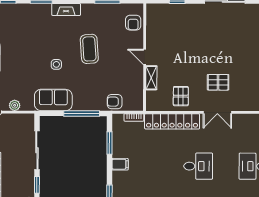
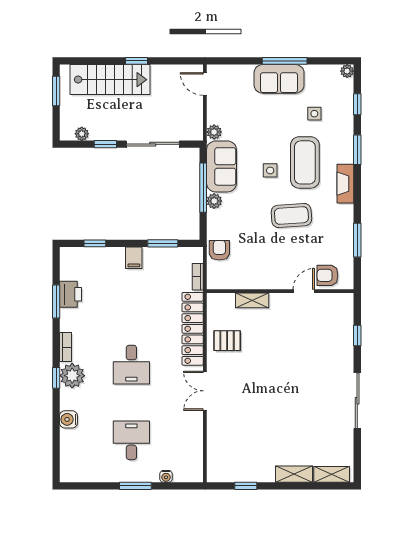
side table: (15, 32) -> (314, 114), added
coffee table: (51, 39) -> (305, 162), added
door: (145, 57) -> (304, 291), moved
pallet: (218, 82) -> (246, 392), removed
plant: (15, 105) -> (214, 132), moved
plant: (79, 105) -> (214, 201), added
window: (82, 113) -> (203, 188), moved

